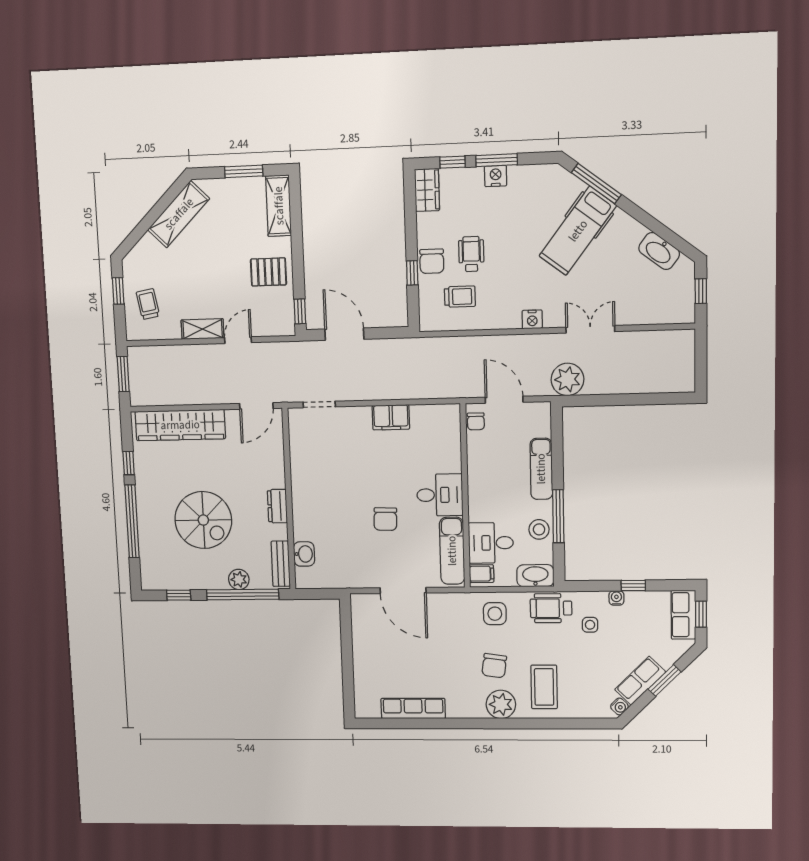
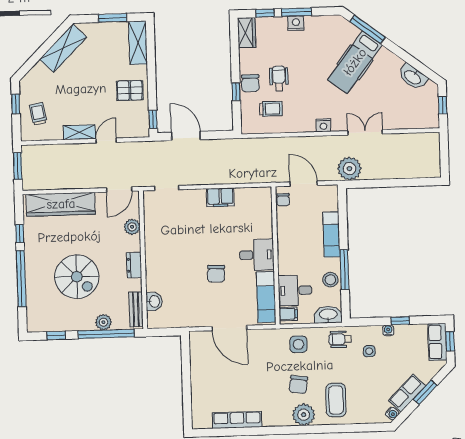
plant: (274, 456) -> (132, 227), added
wheelchair: (551, 608) -> (340, 339), width x0.73, depth x0.73

